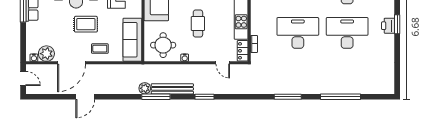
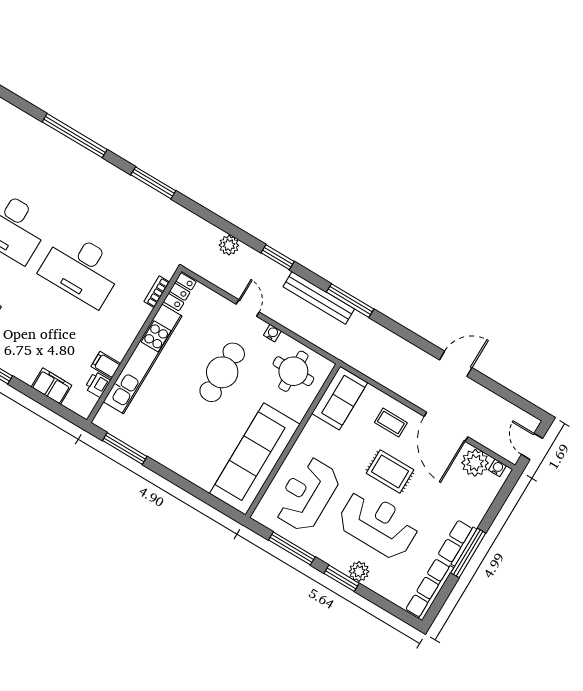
cafe table: (198, 24) -> (222, 372), width x1.37, depth x1.35
sofa: (132, 40) -> (340, 398), width x0.73
door: (71, 63) -> (446, 427), swing flipped
door: (223, 63) -> (248, 308), moved
plant: (145, 88) -> (229, 245), moved

